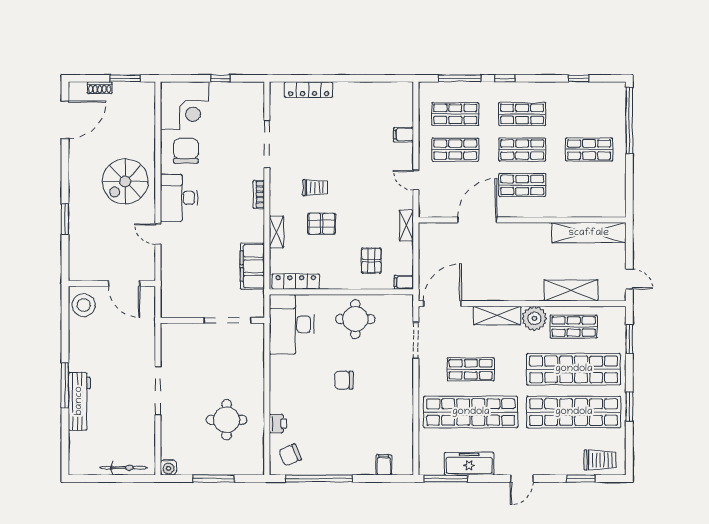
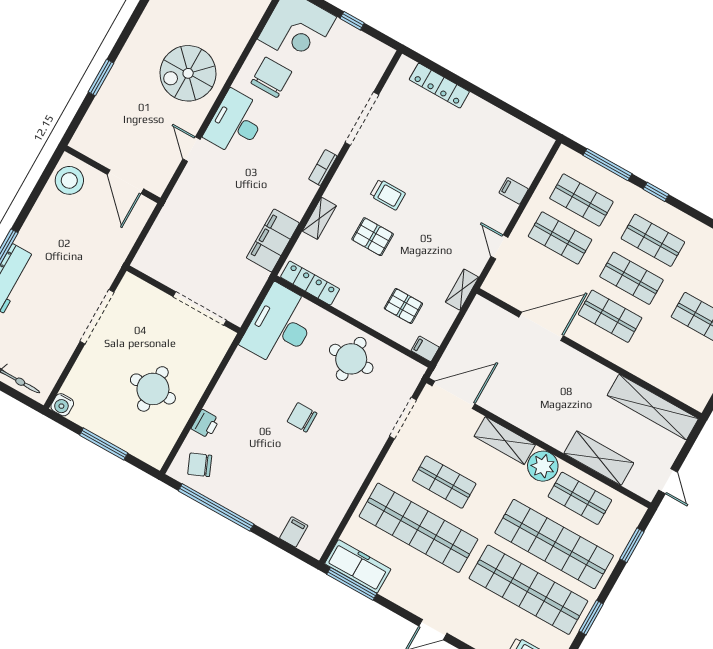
pallet: (371, 261) -> (403, 306), turned 90
wall: (212, 320) -> (183, 299), moved
doorway: (228, 320) -> (200, 308), moved
freezer: (469, 464) -> (358, 566), moved

